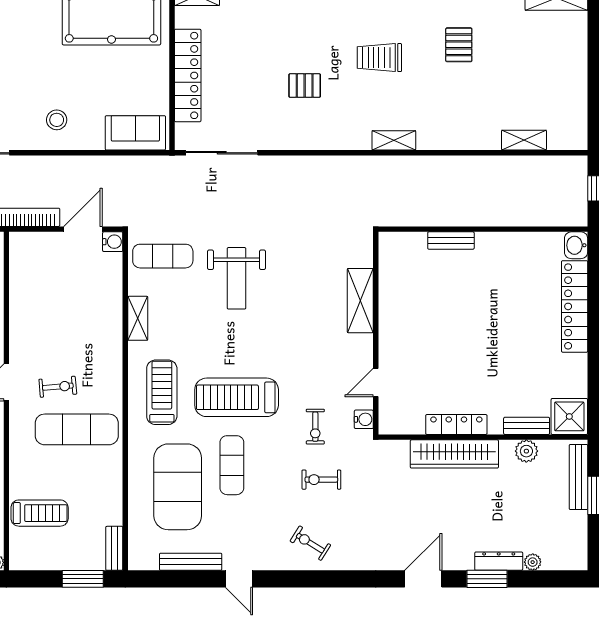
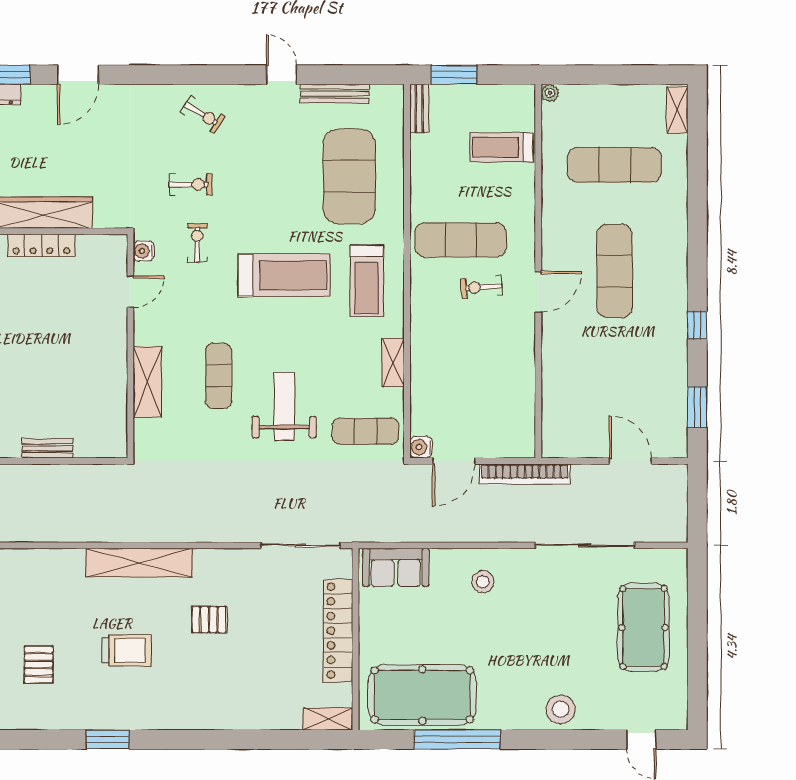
shelving: (394, 140) -> (139, 563), width x2.20, depth x1.33
exercise mat: (232, 465) -> (219, 376), moved

